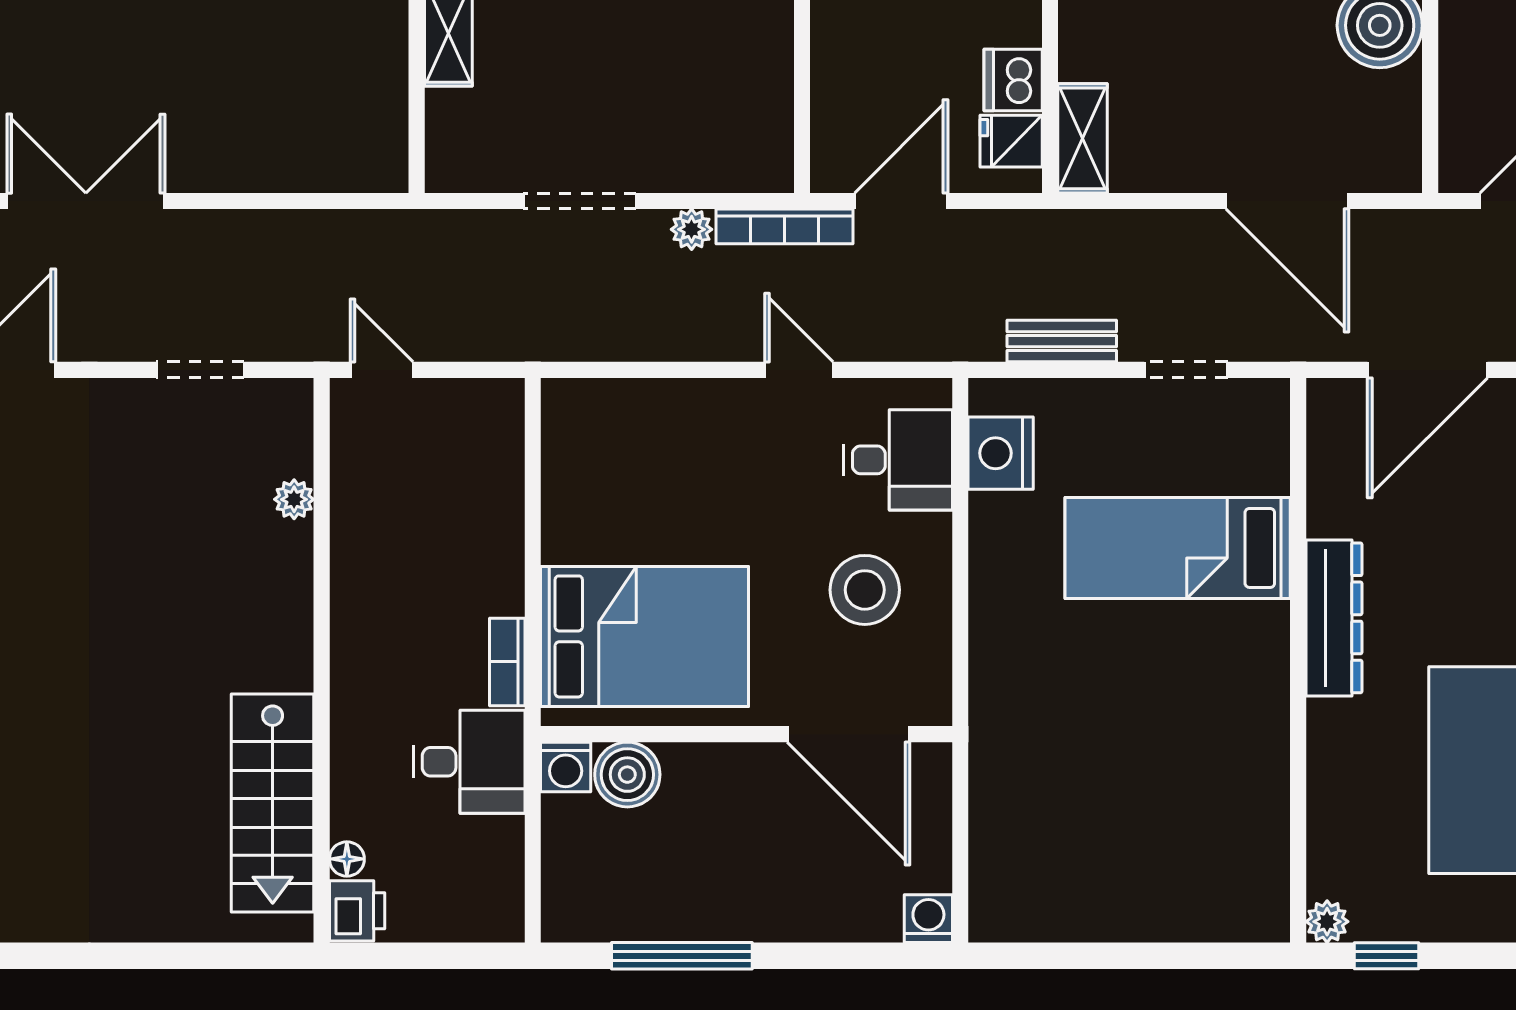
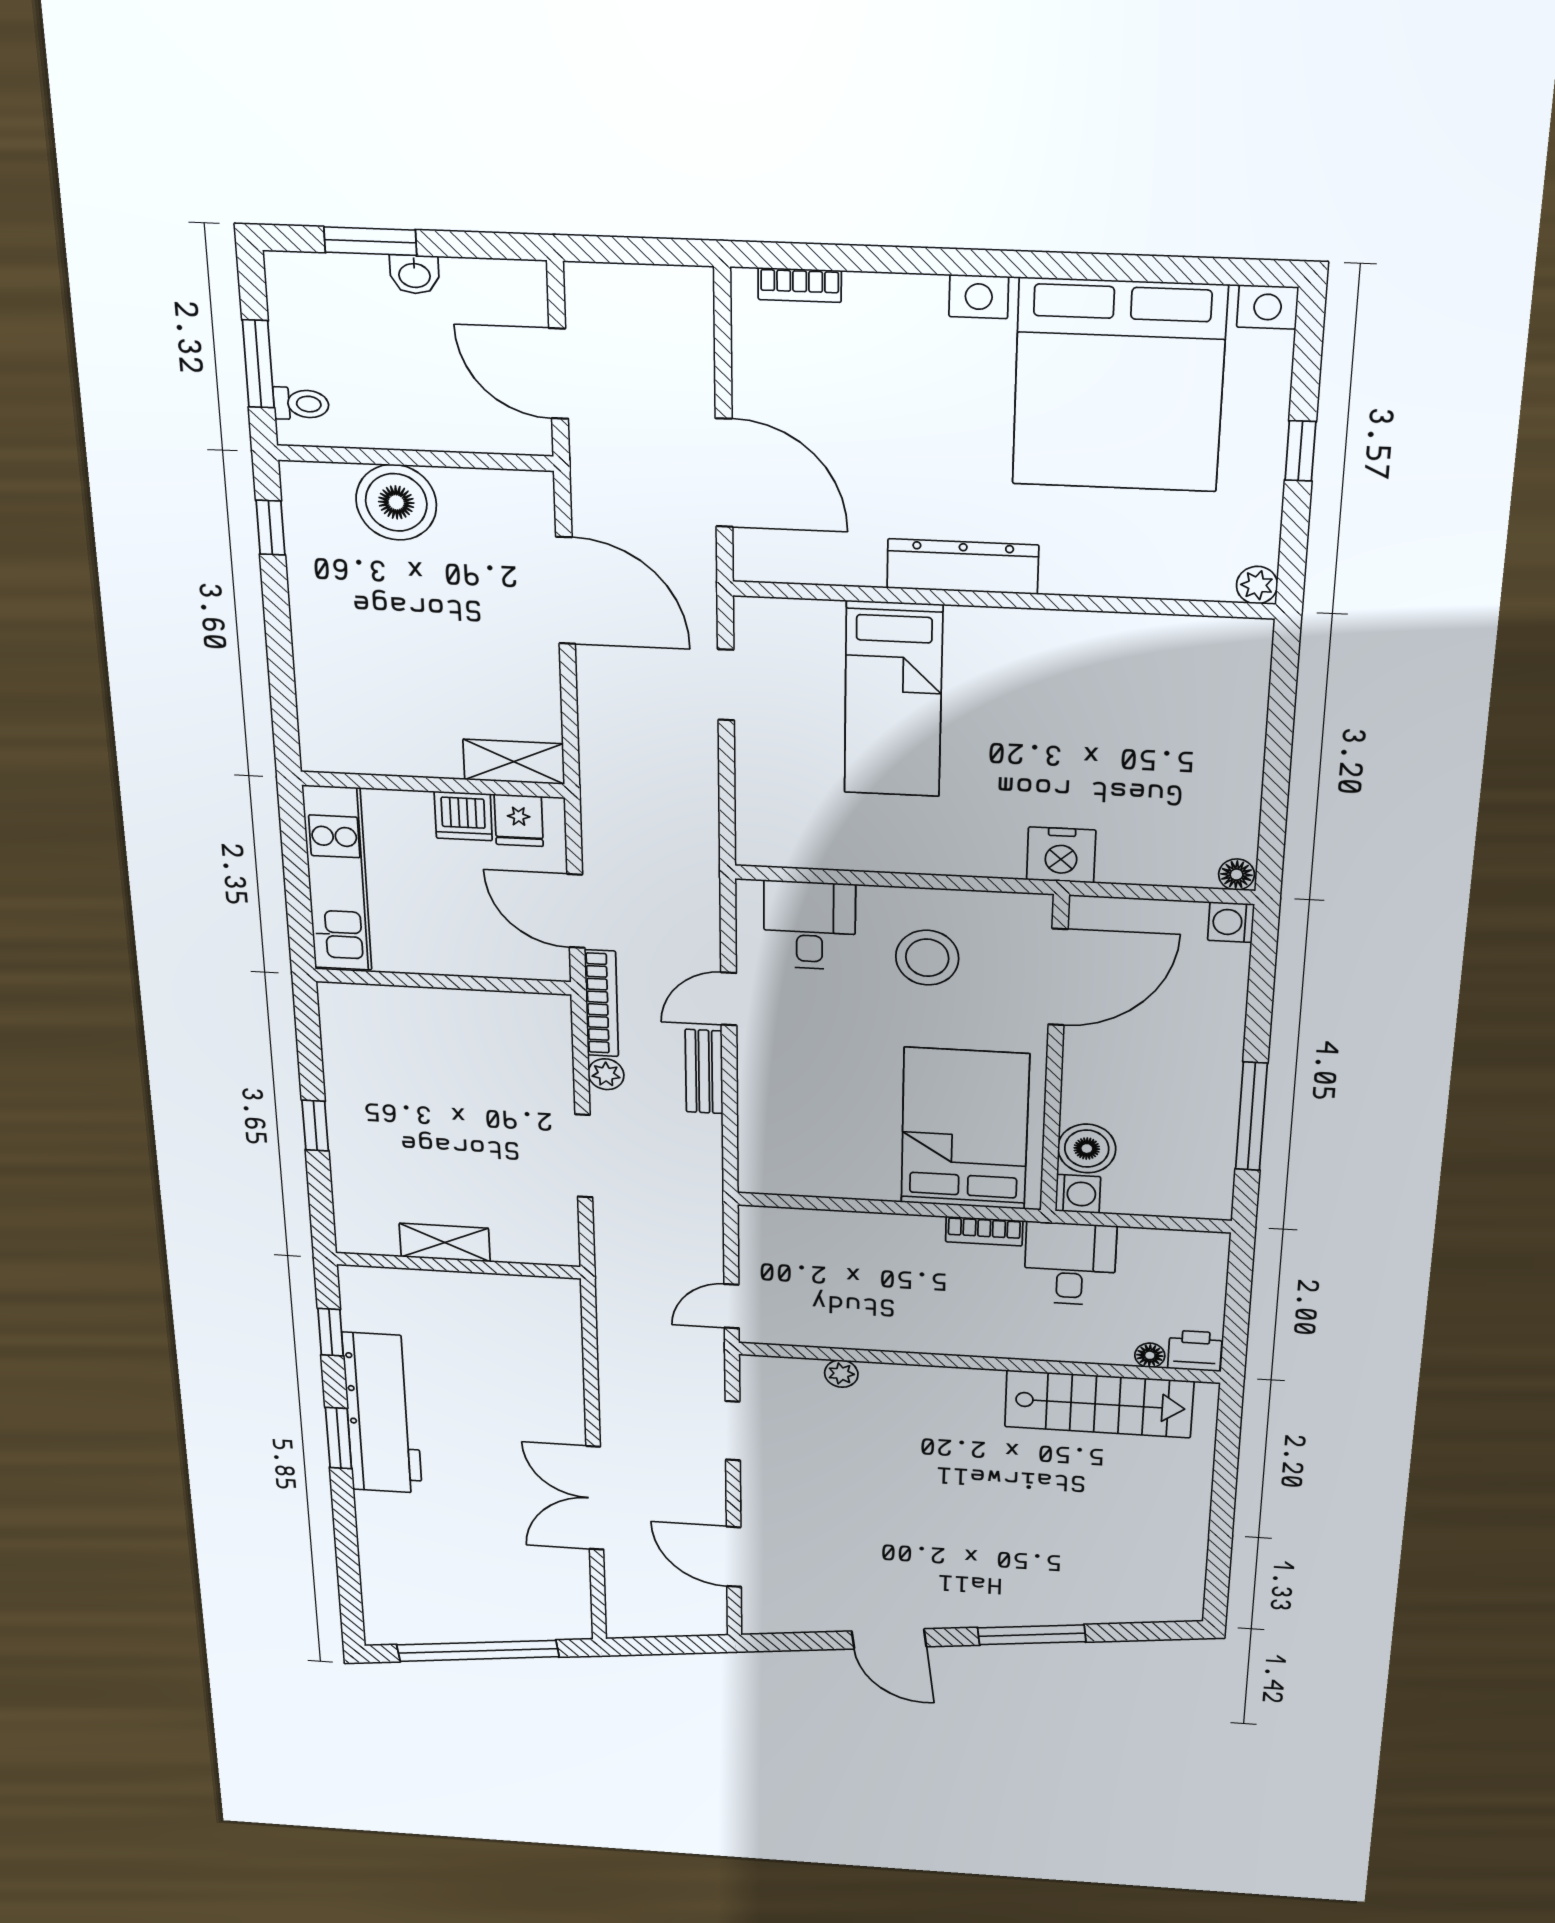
door: (1287, 201) -> (566, 591), hinge flipped
bench: (1062, 341) -> (704, 1072), moved
nightstand: (1001, 453) -> (1061, 855), moved
floor lamp: (987, 921) -> (1237, 875), added
window: (1387, 956) -> (1300, 451), moved

